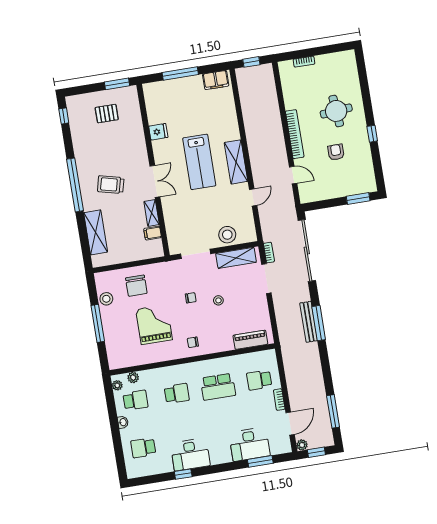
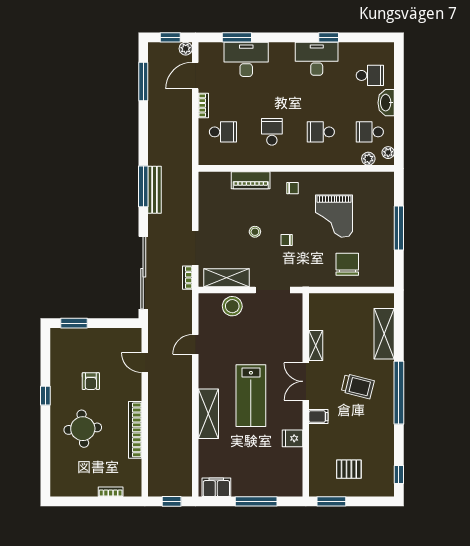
bookcase: (295, 134) -> (135, 430), moved
lab bench: (199, 162) -> (251, 396), turned 180
shelving: (236, 162) -> (208, 414), moved
filing cabinet: (153, 233) -> (318, 417), moved
stool: (106, 299) -> (384, 255), removed
piano: (250, 340) -> (251, 180), moved
school desk: (218, 387) -> (272, 132), width x0.54
washbasin: (123, 422) -> (386, 103), width x1.91, depth x1.45

